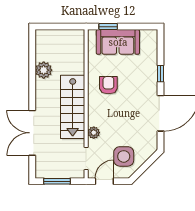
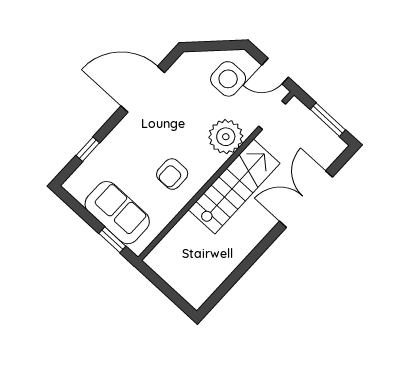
plant: (44, 70) -> (229, 257), removed
window: (161, 74) -> (88, 149), moved
double door: (32, 133) -> (306, 199), swing flipped
plant: (94, 133) -> (226, 137), width x1.87, depth x1.87

